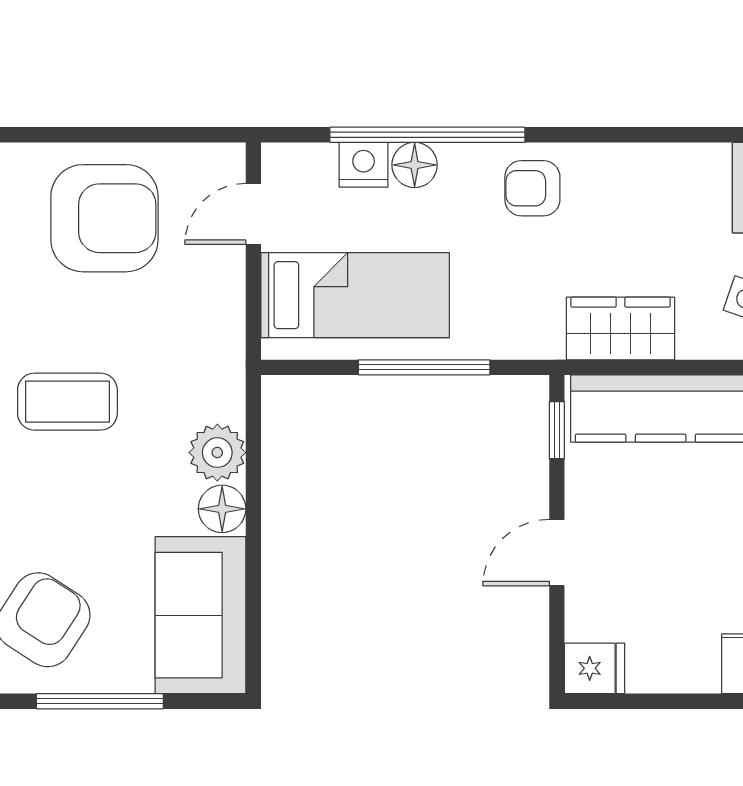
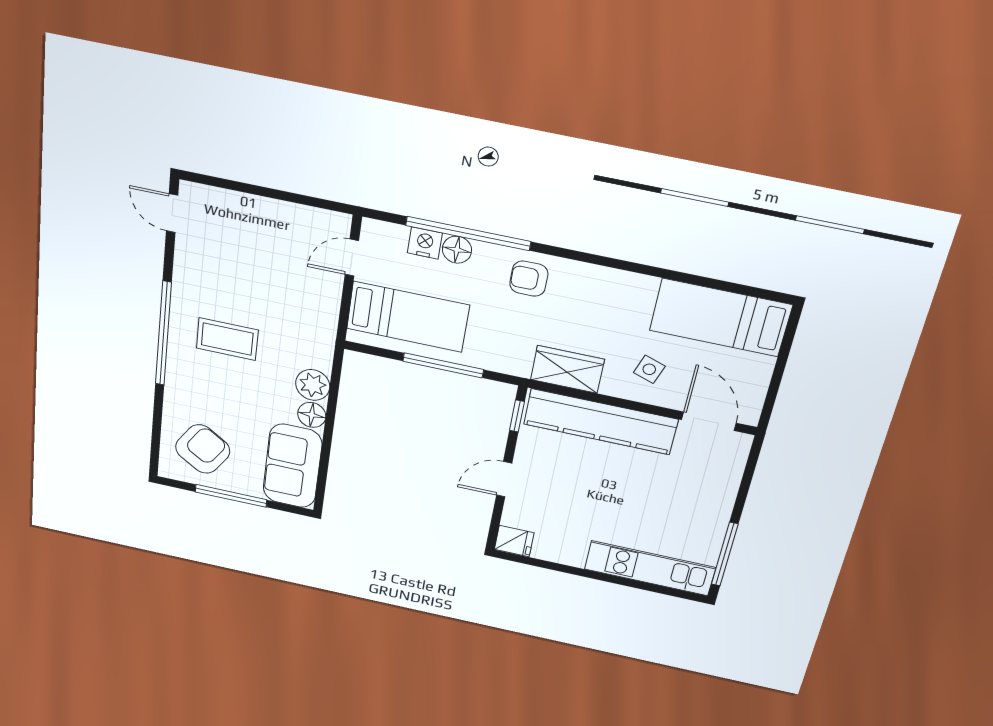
armchair: (104, 218) -> (260, 241), removed

